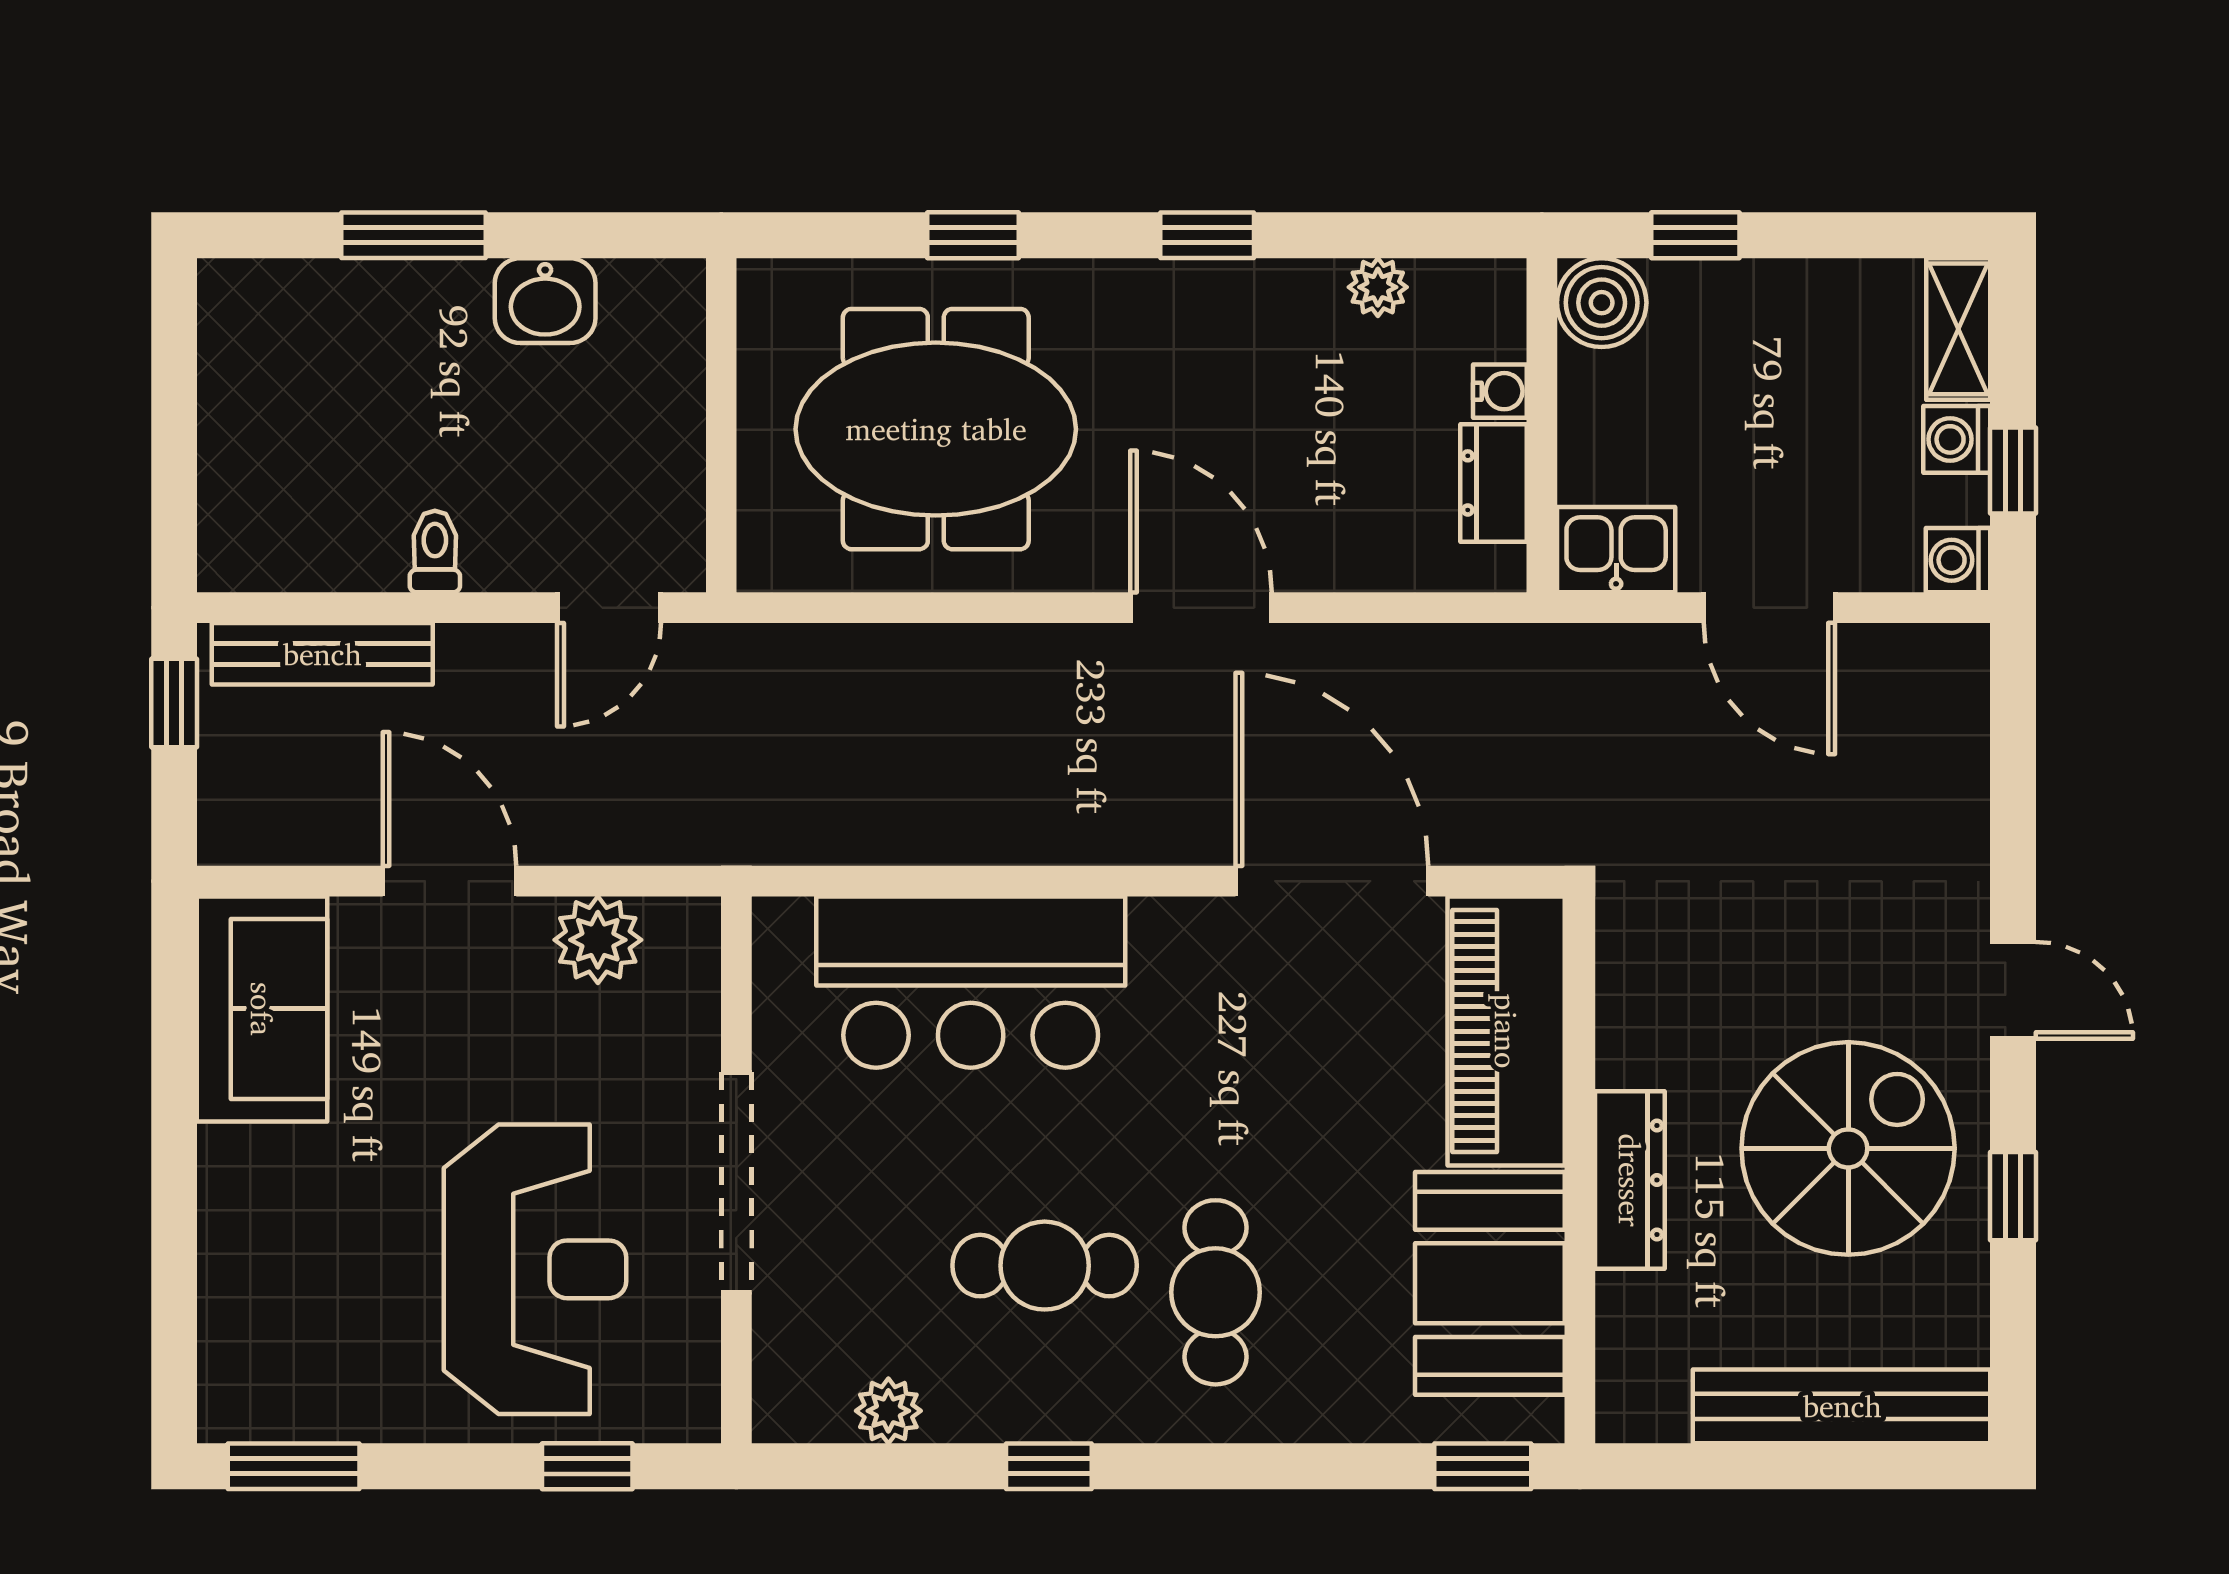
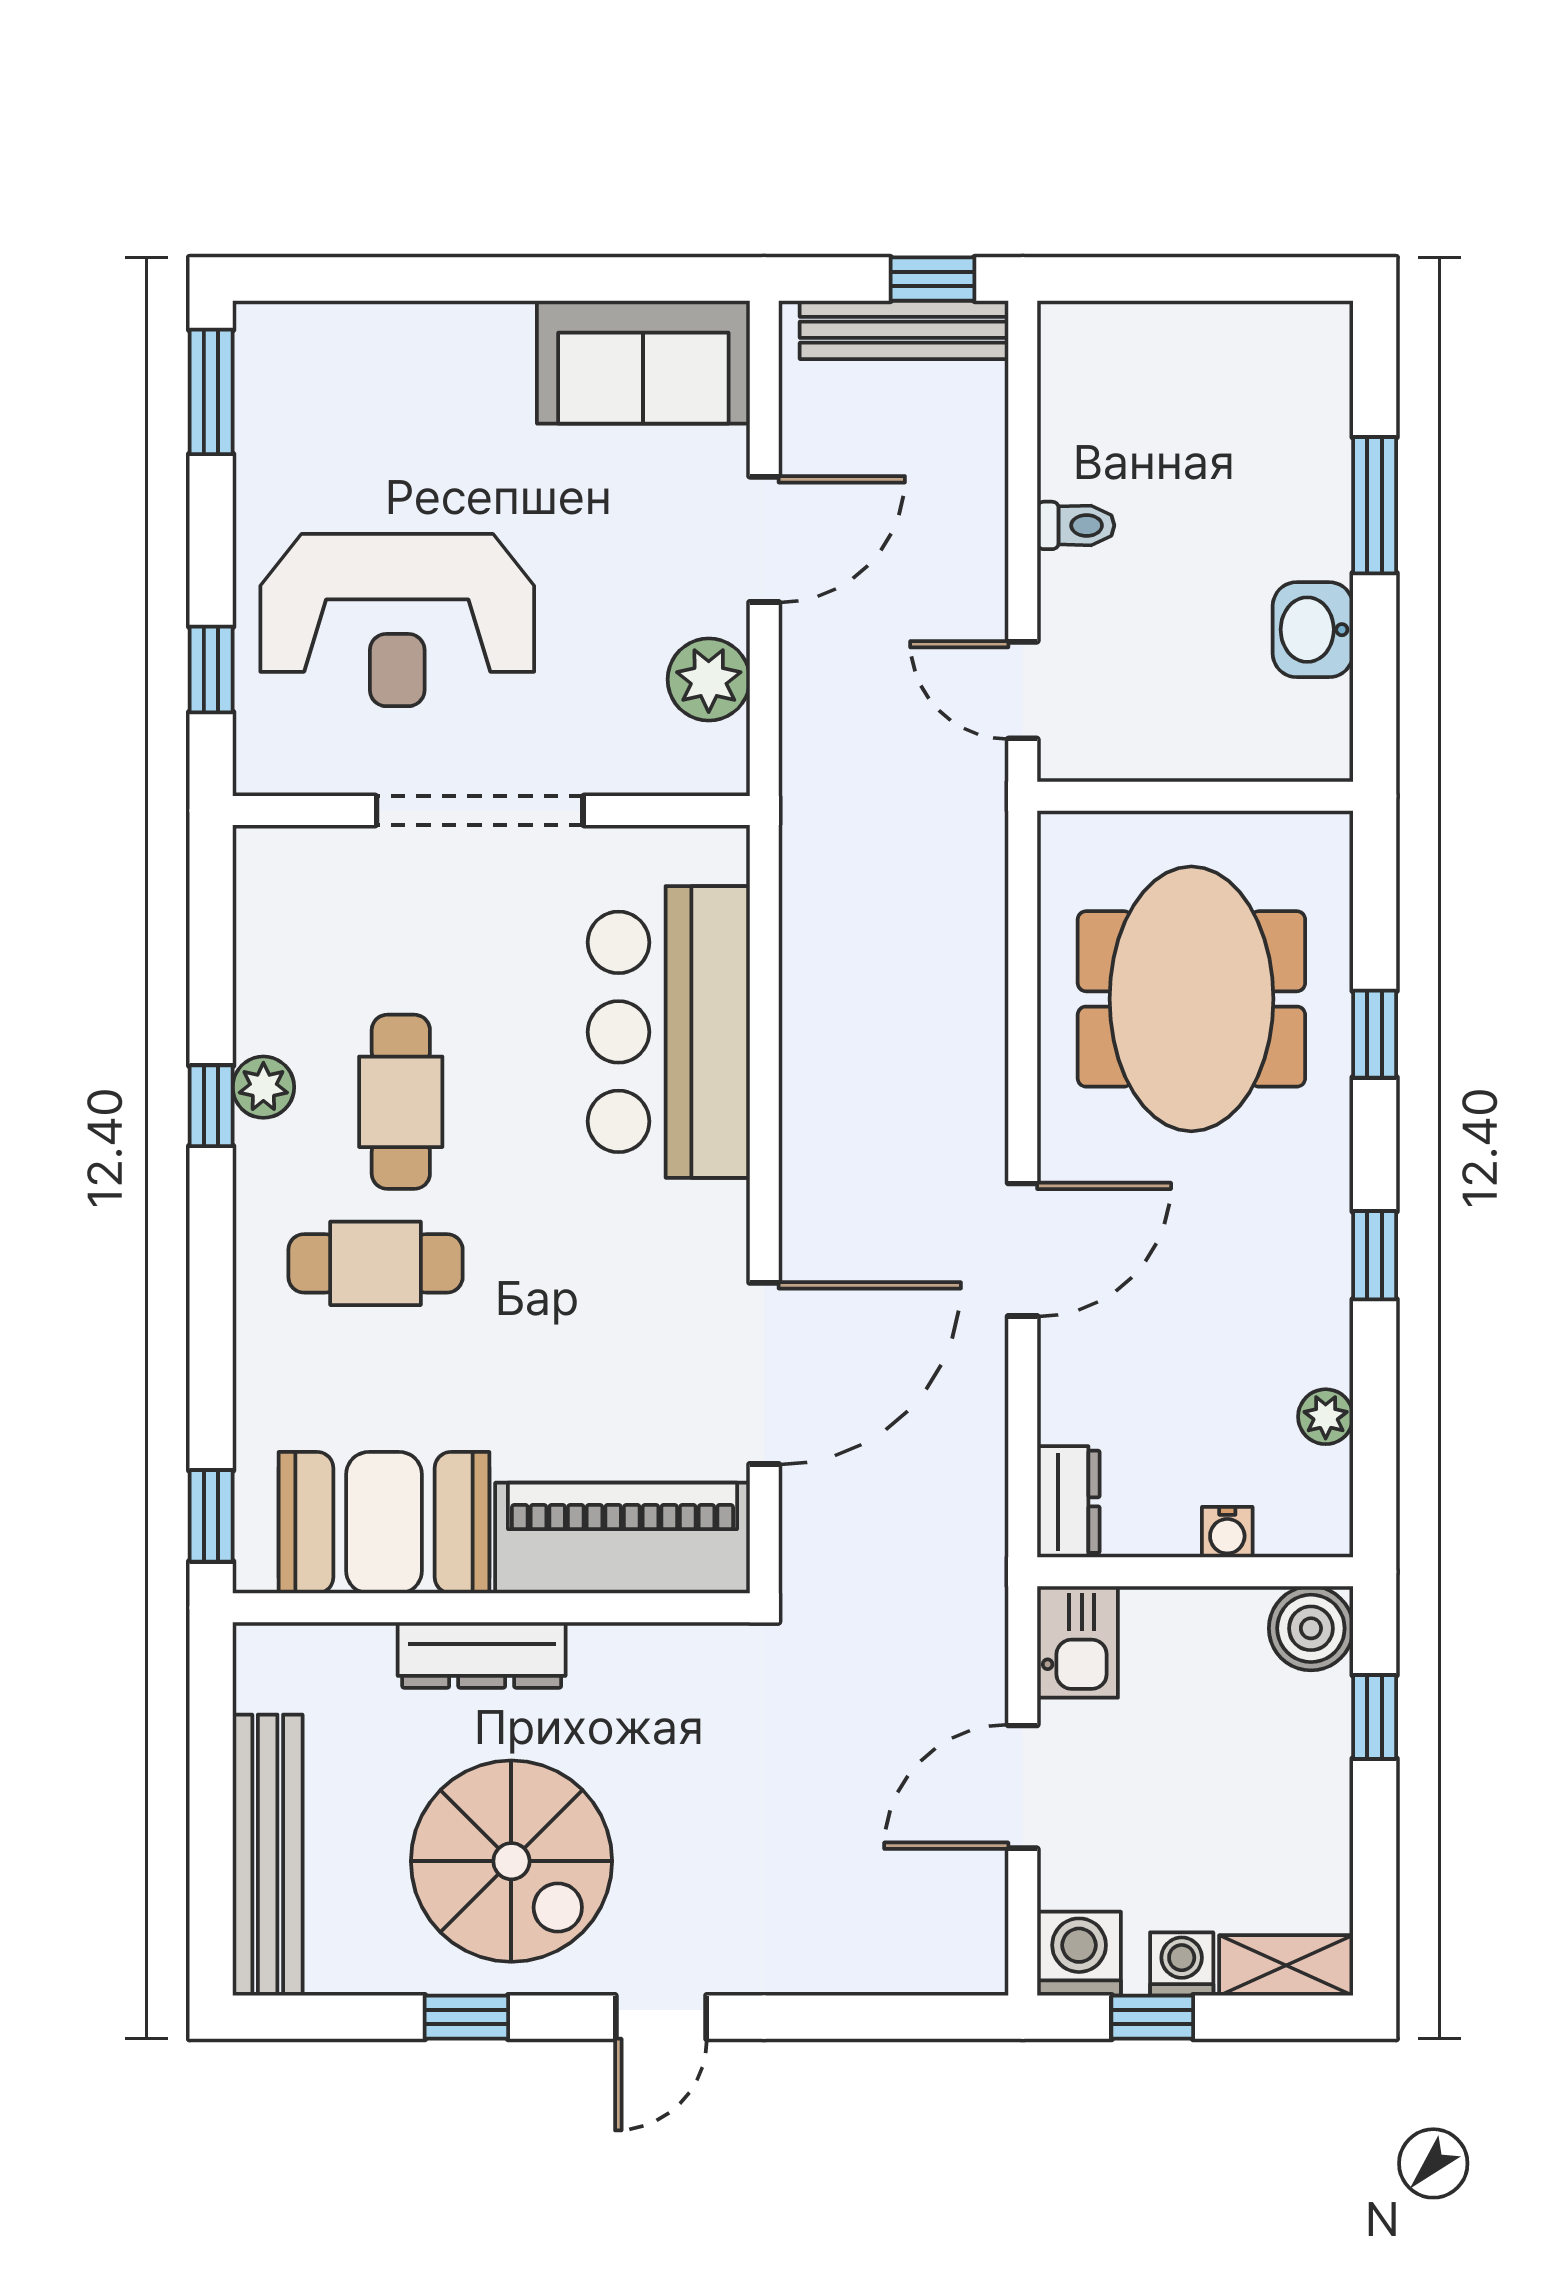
dresser: (1494, 483) -> (1068, 1502), moved, turned 90
washing machine: (1958, 560) -> (1079, 1954), width x1.38, depth x1.38
bench: (322, 654) -> (904, 330), moved, turned 90
plant: (888, 1411) -> (263, 1087), moved

